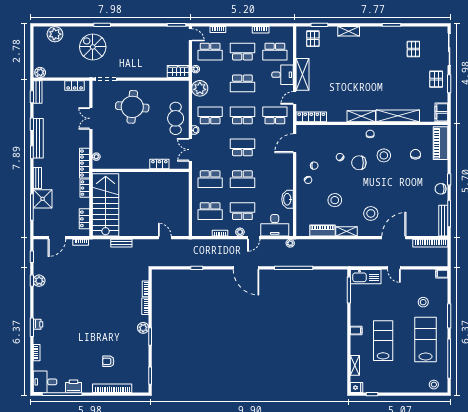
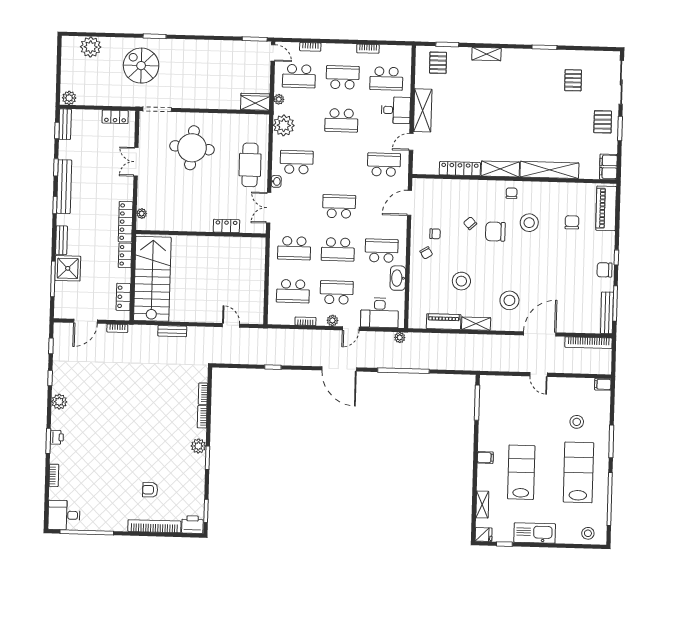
school desk: (242, 115) -> (382, 251), moved
locker: (311, 117) -> (460, 169), moved
kitchen sink: (366, 277) -> (535, 533), moved, turned 180
plant: (39, 281) -> (59, 402), moved
printer: (74, 386) -> (192, 525), moved

